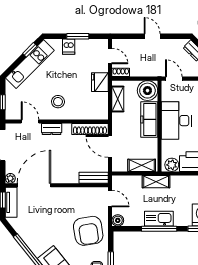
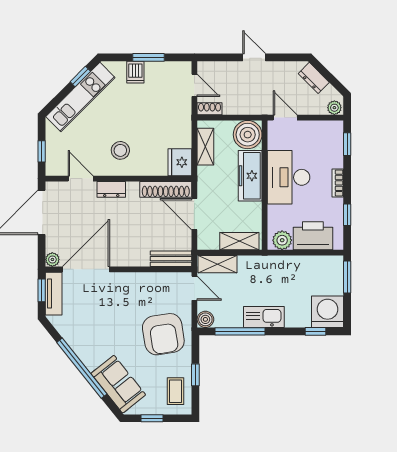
fridge: (100, 82) -> (180, 162), moved
shelving: (156, 182) -> (218, 264), moved
window: (159, 229) -> (240, 331), moved

